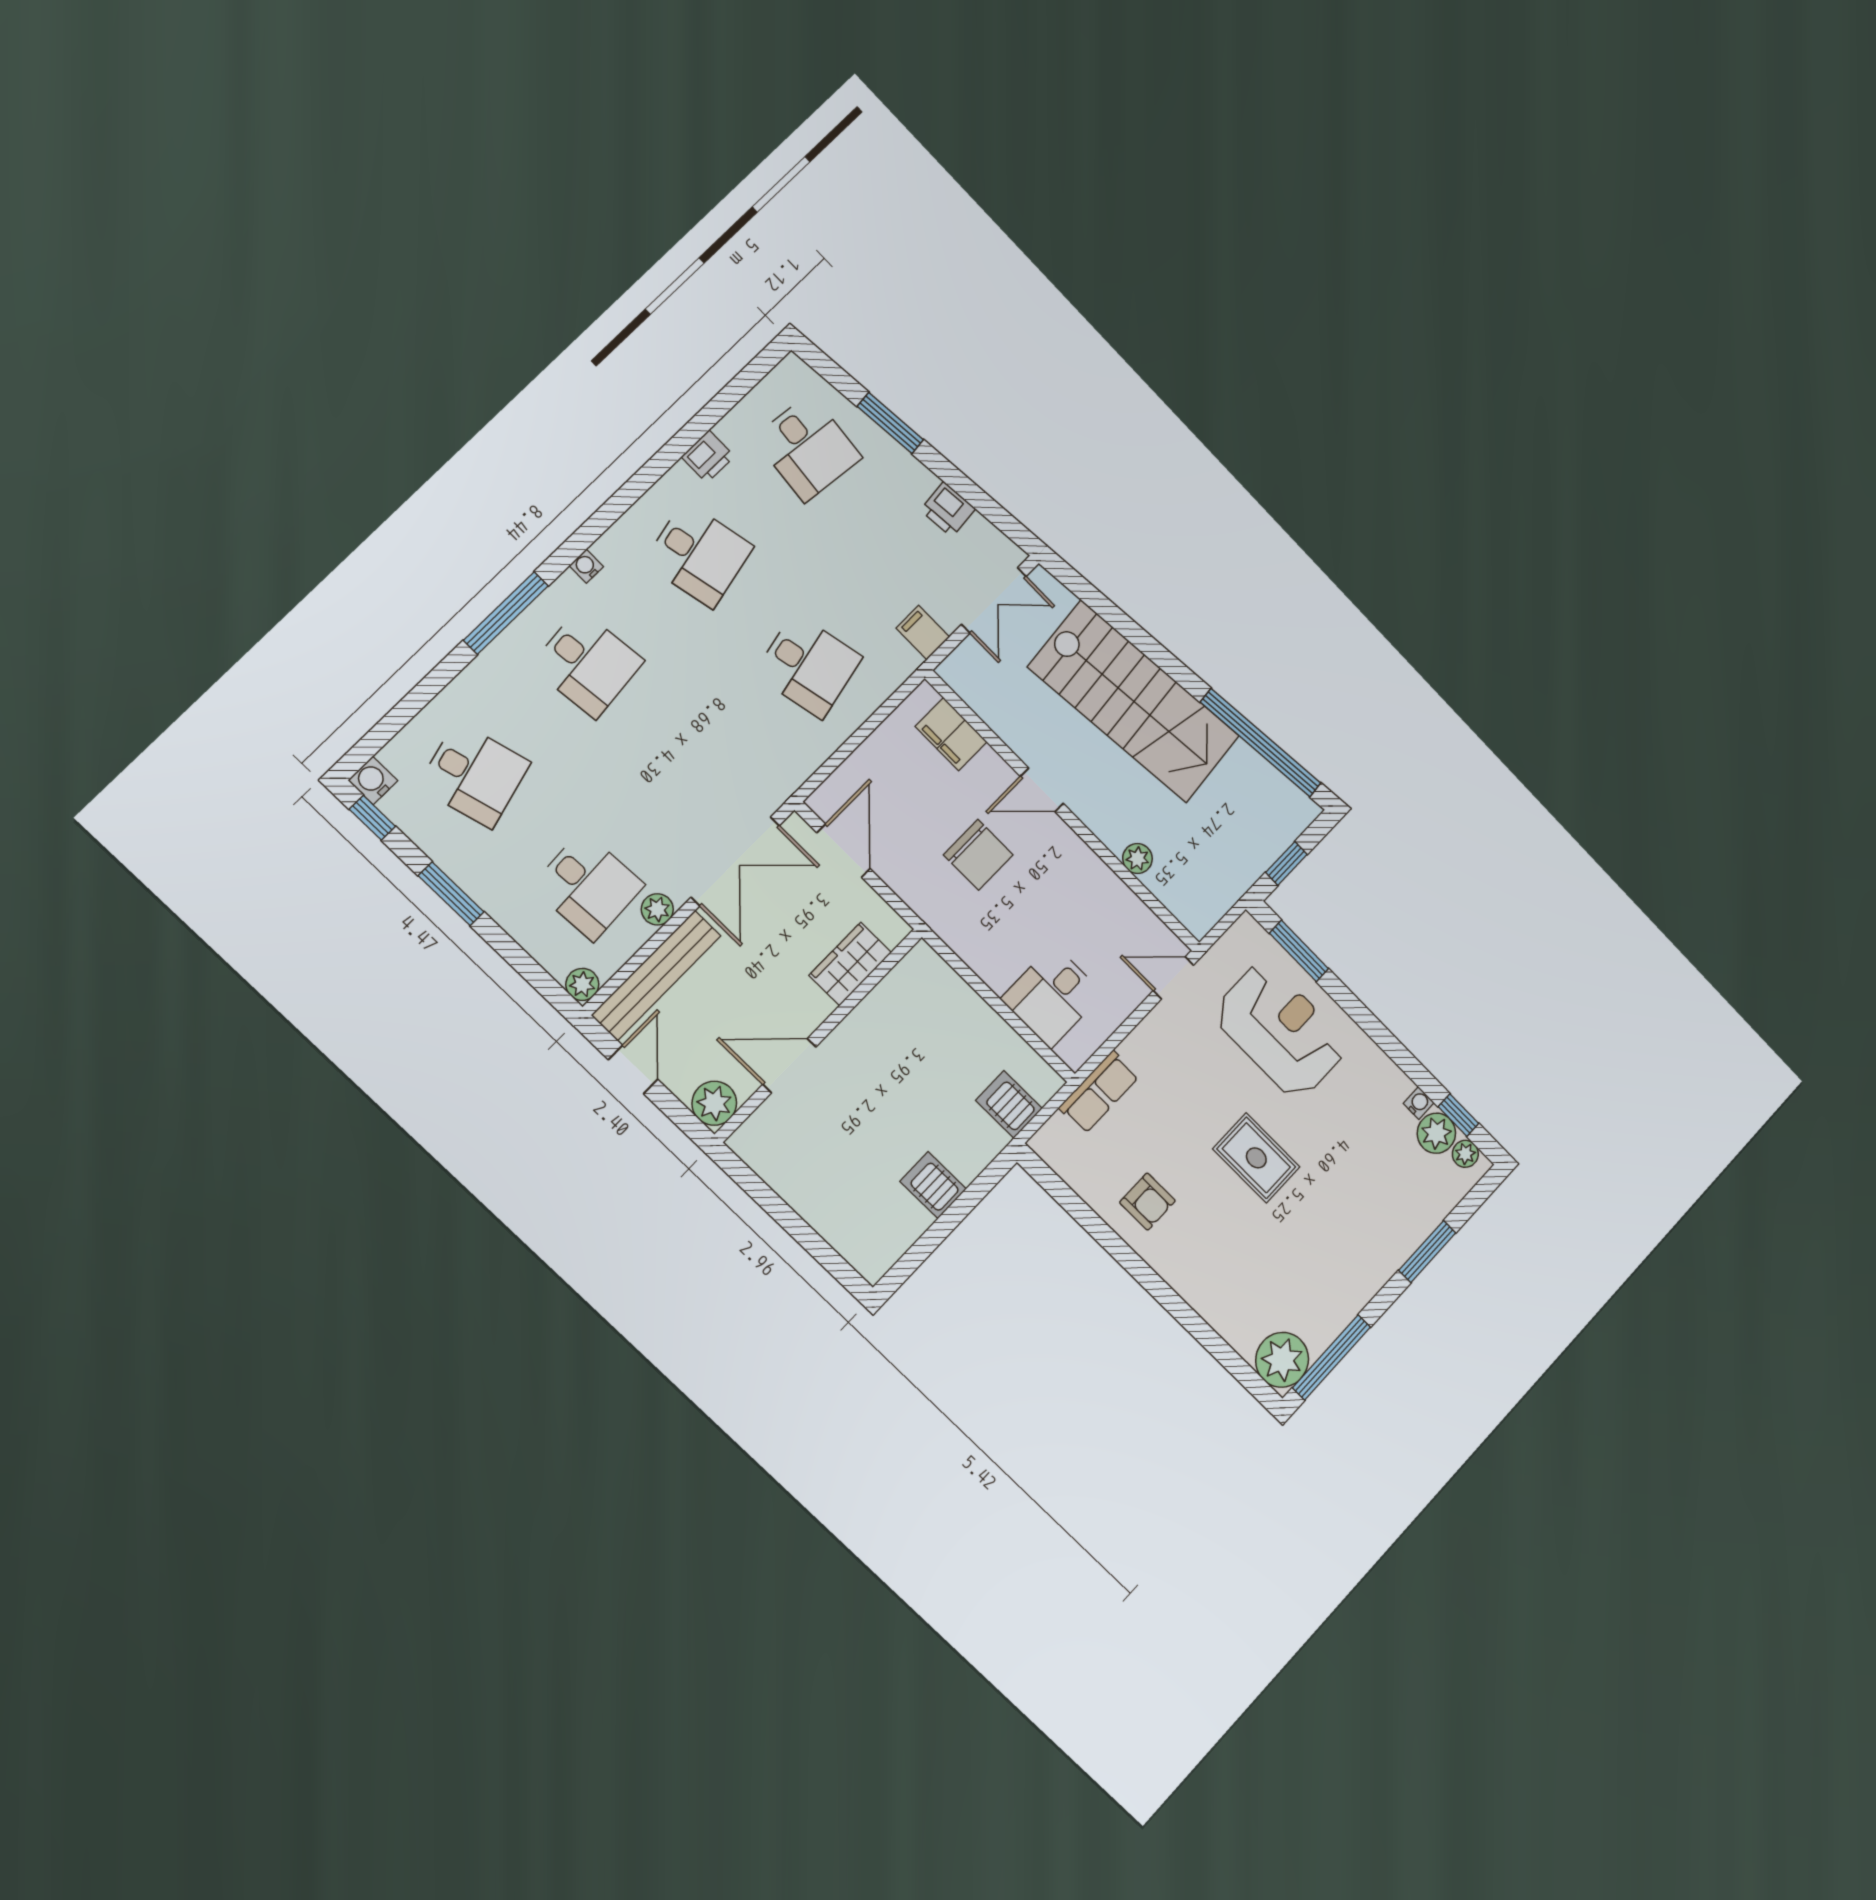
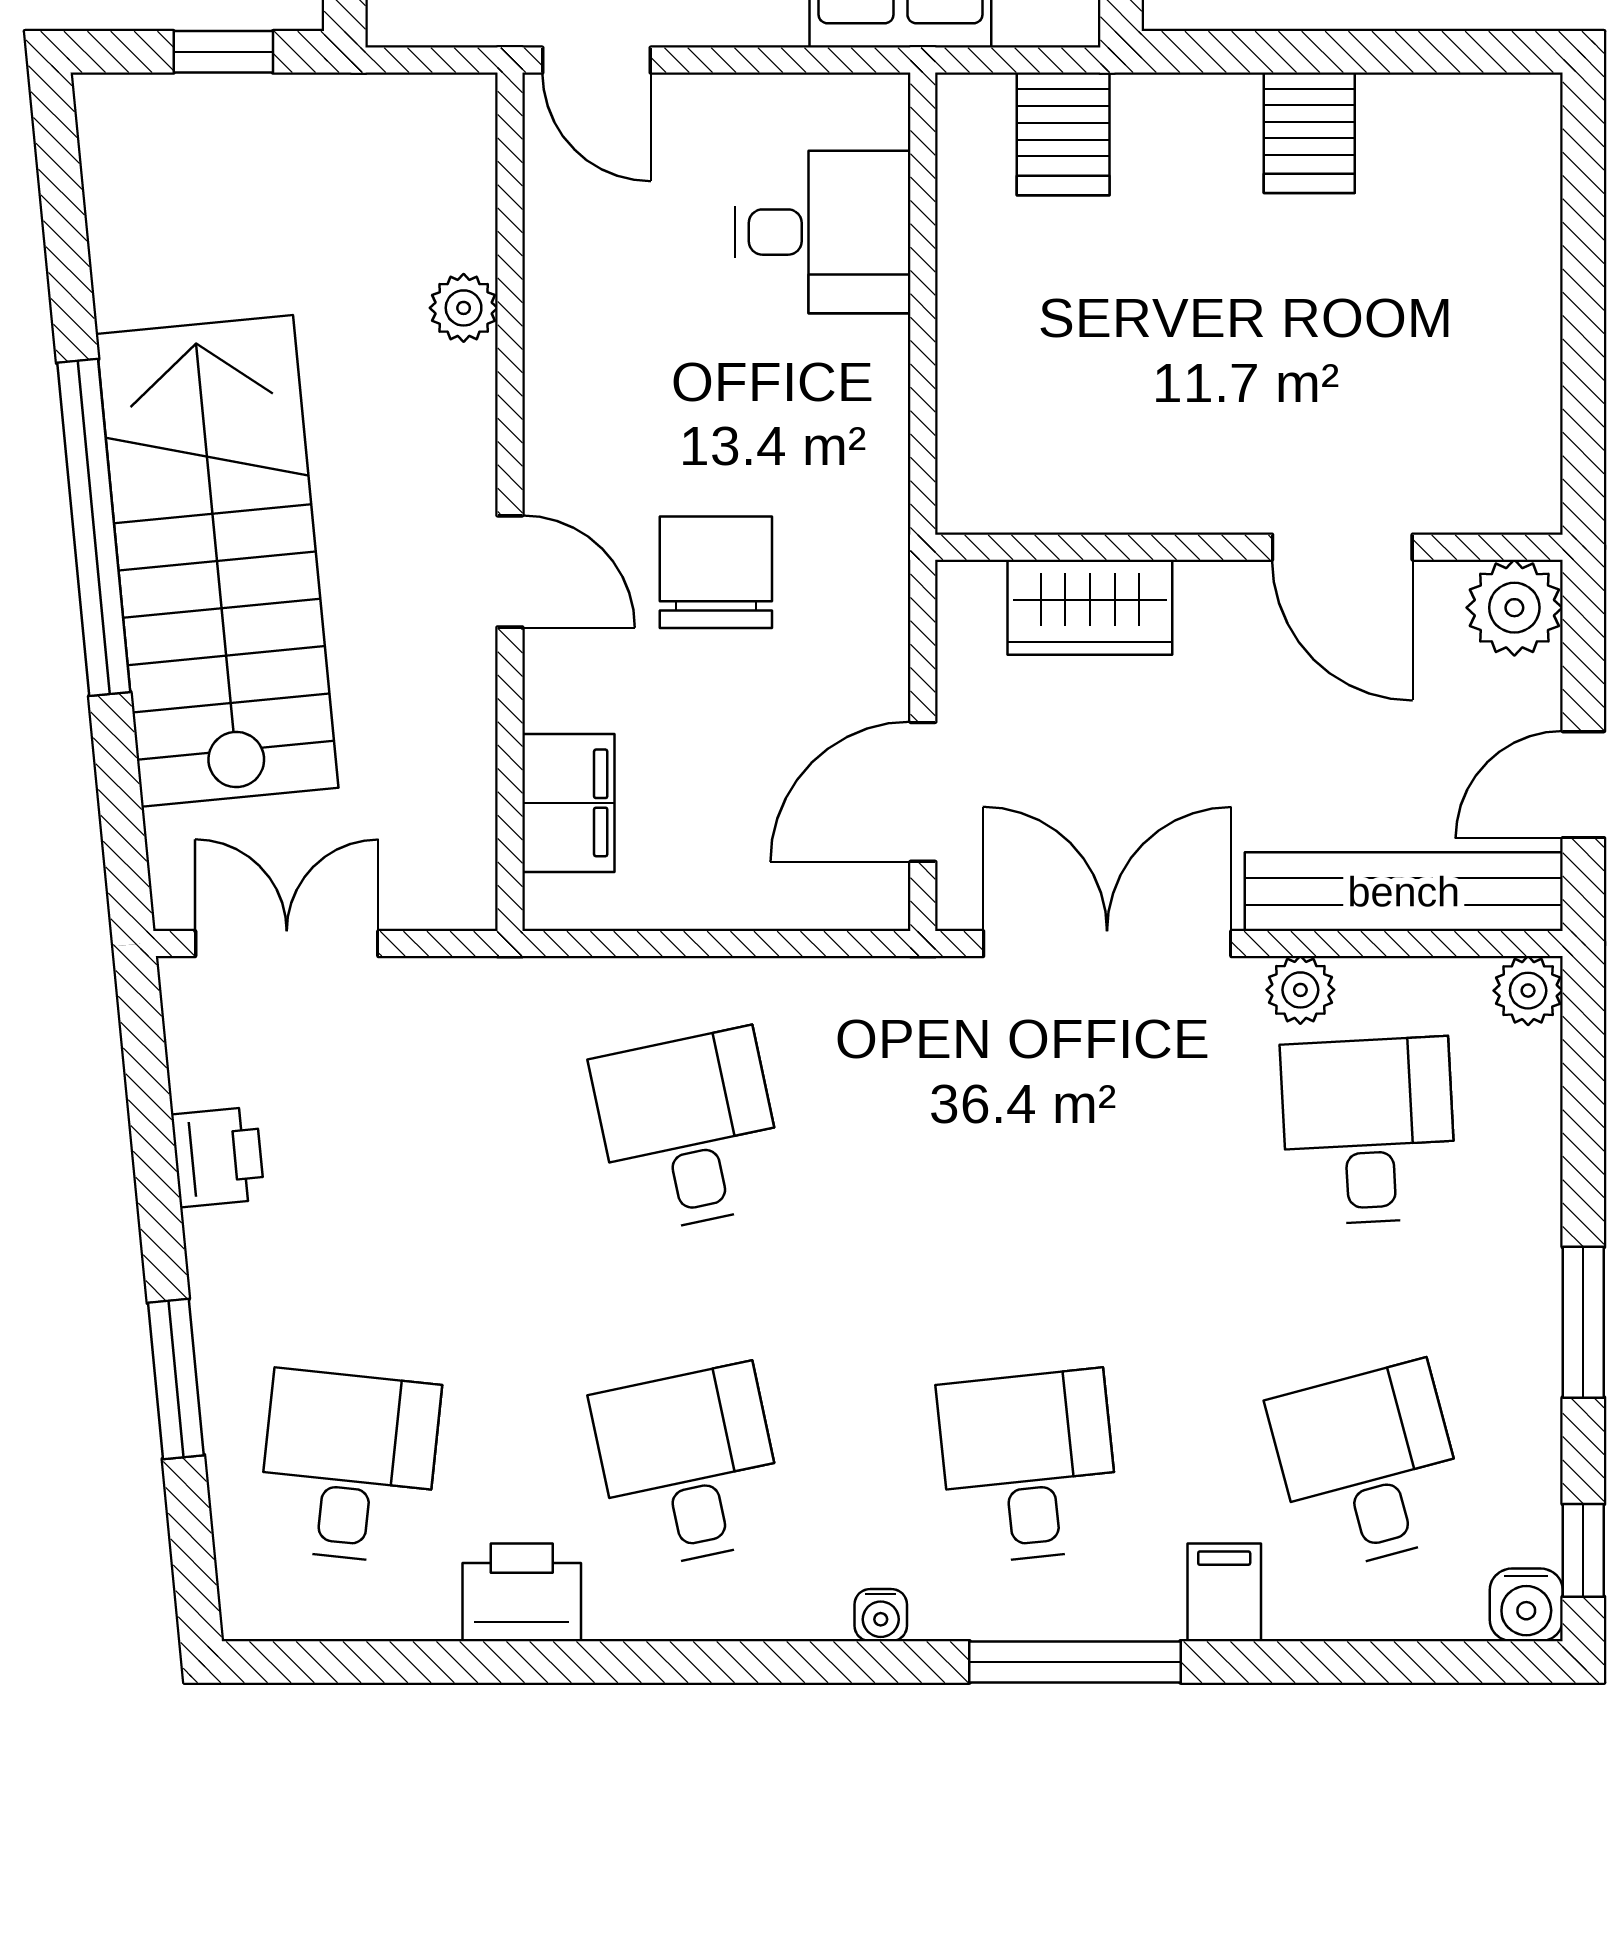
printer: (708, 457) -> (522, 1592), width x1.36, depth x1.24
filing cabinet: (923, 633) -> (1224, 1592), moved, turned 180
window: (1261, 743) -> (94, 527), moved

